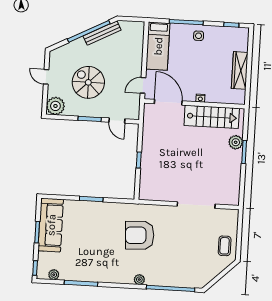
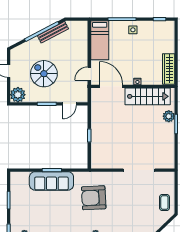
wardrobe: (240, 70) -> (169, 69), moved
door: (117, 121) -> (69, 104), hinge flipped
sofa: (51, 225) -> (51, 181), moved, turned 90

